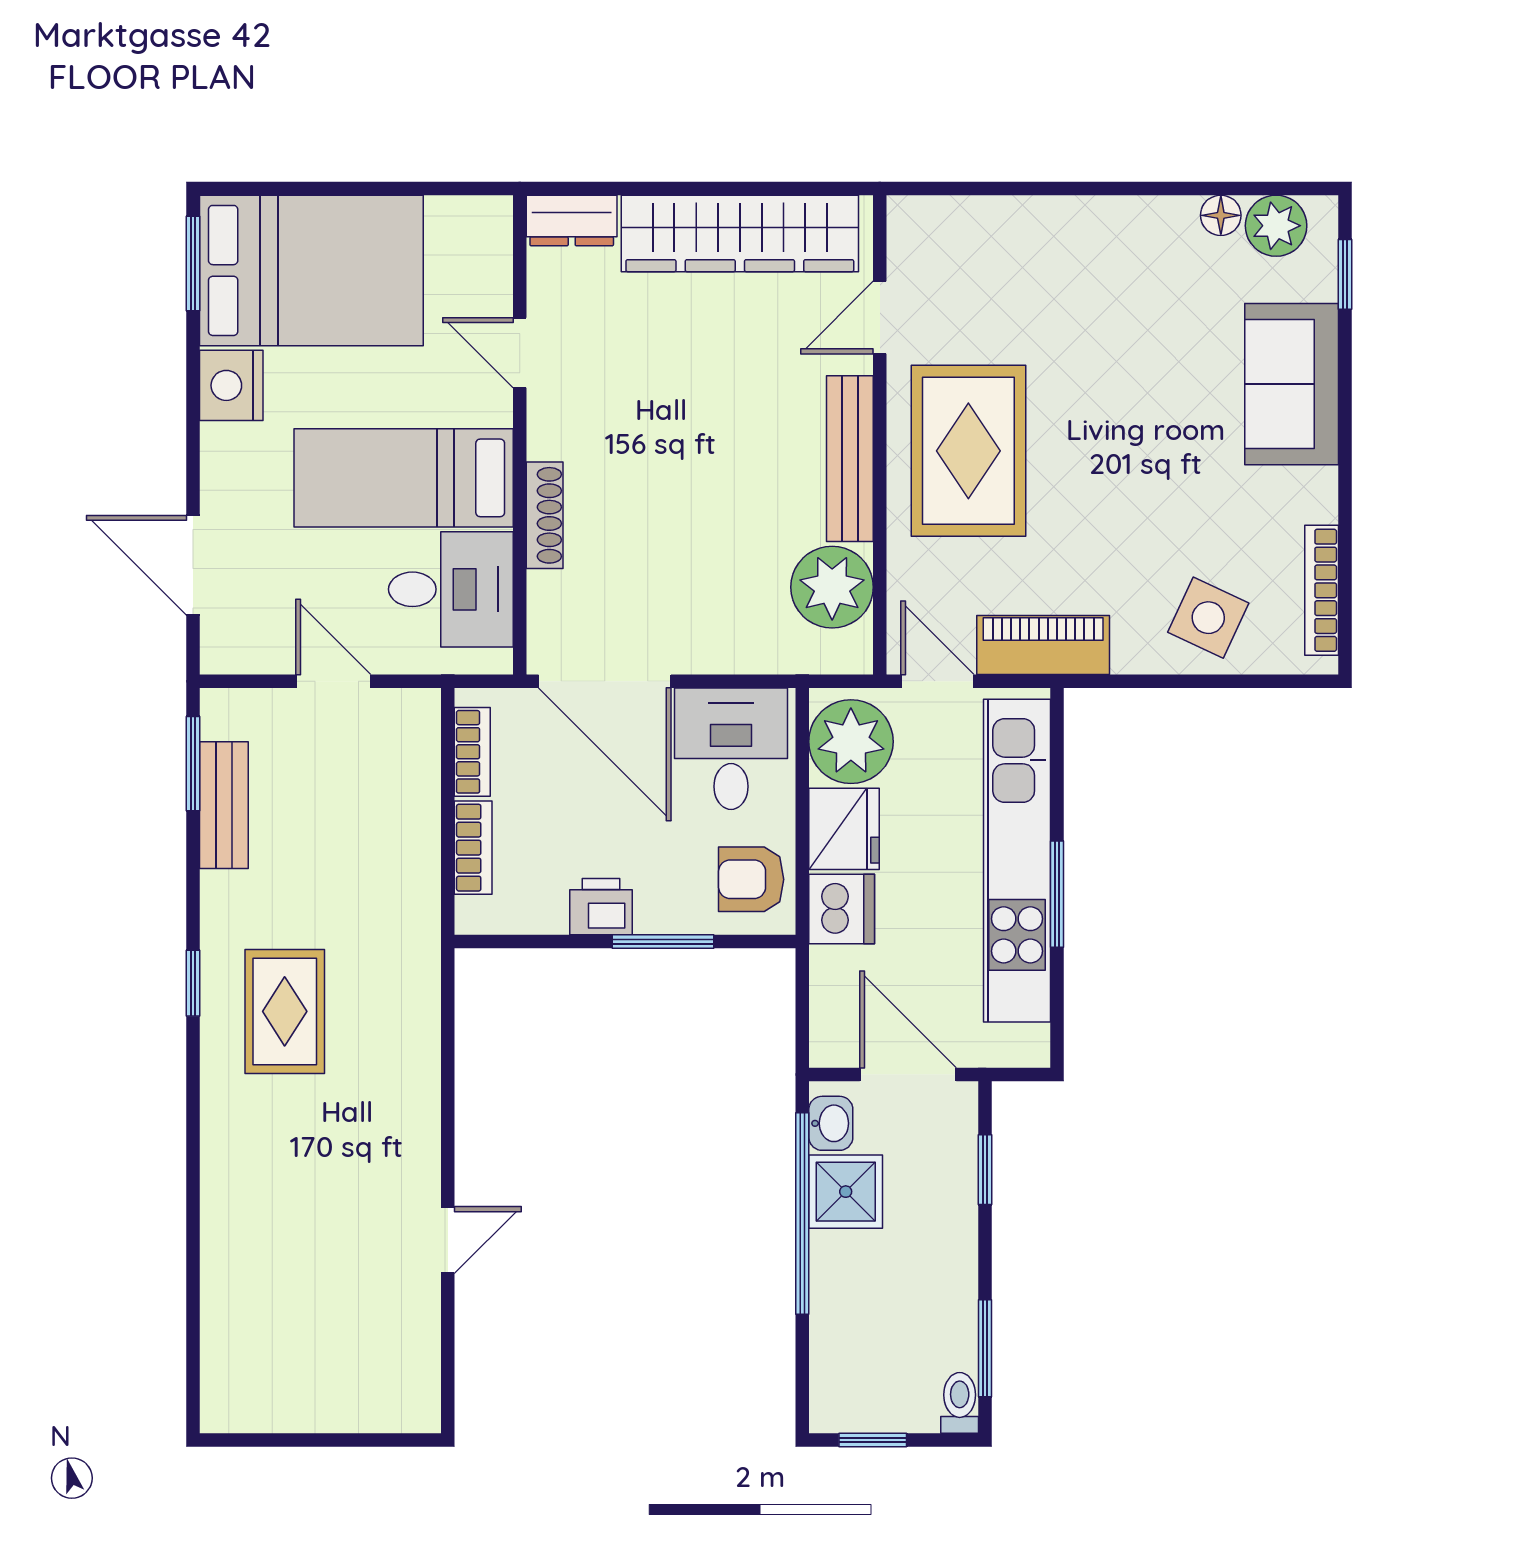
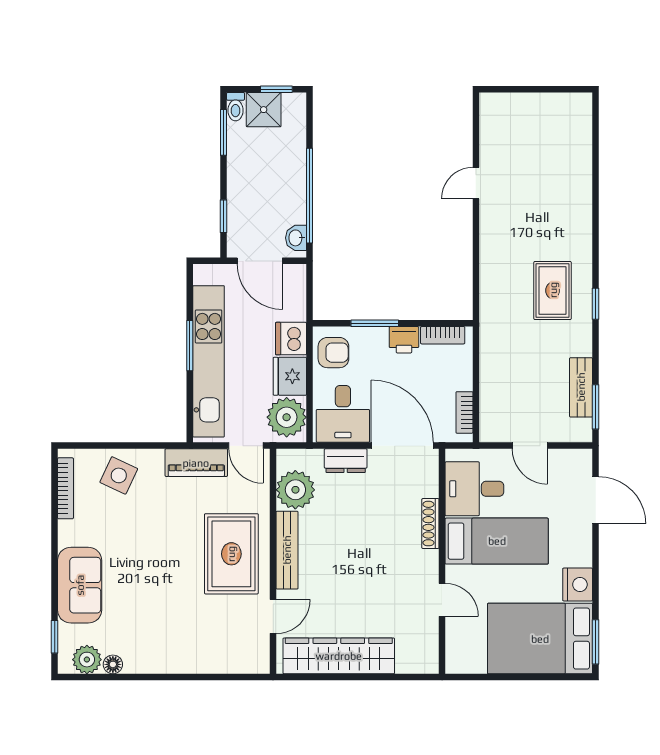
dresser: (572, 221) -> (346, 461), moved, turned 180
bookcase: (473, 848) -> (443, 335), moved, turned -90
shower: (846, 1192) -> (264, 110), moved

